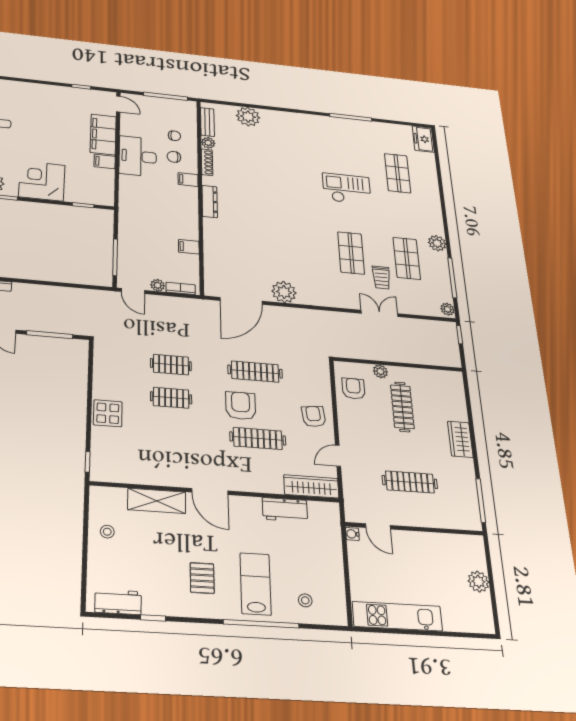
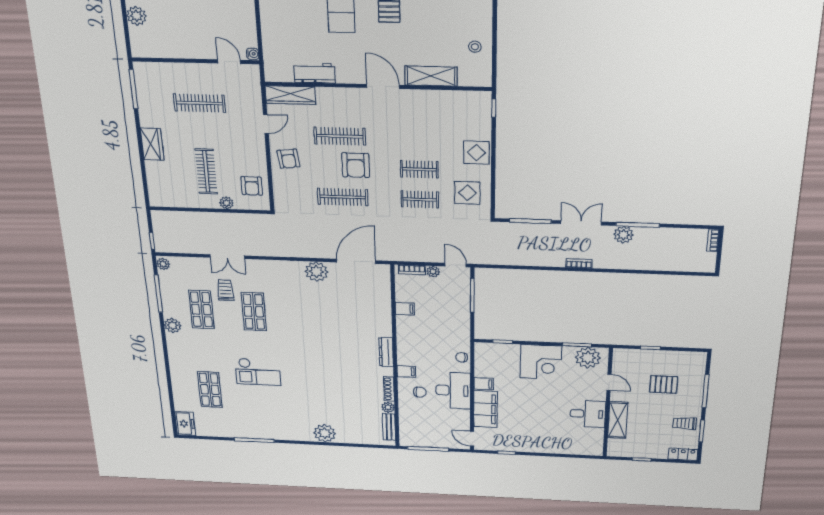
plant: (248, 117) -> (325, 433), moved
chair: (174, 136) -> (462, 357), moved
display table: (119, 369) -> (467, 193), added

